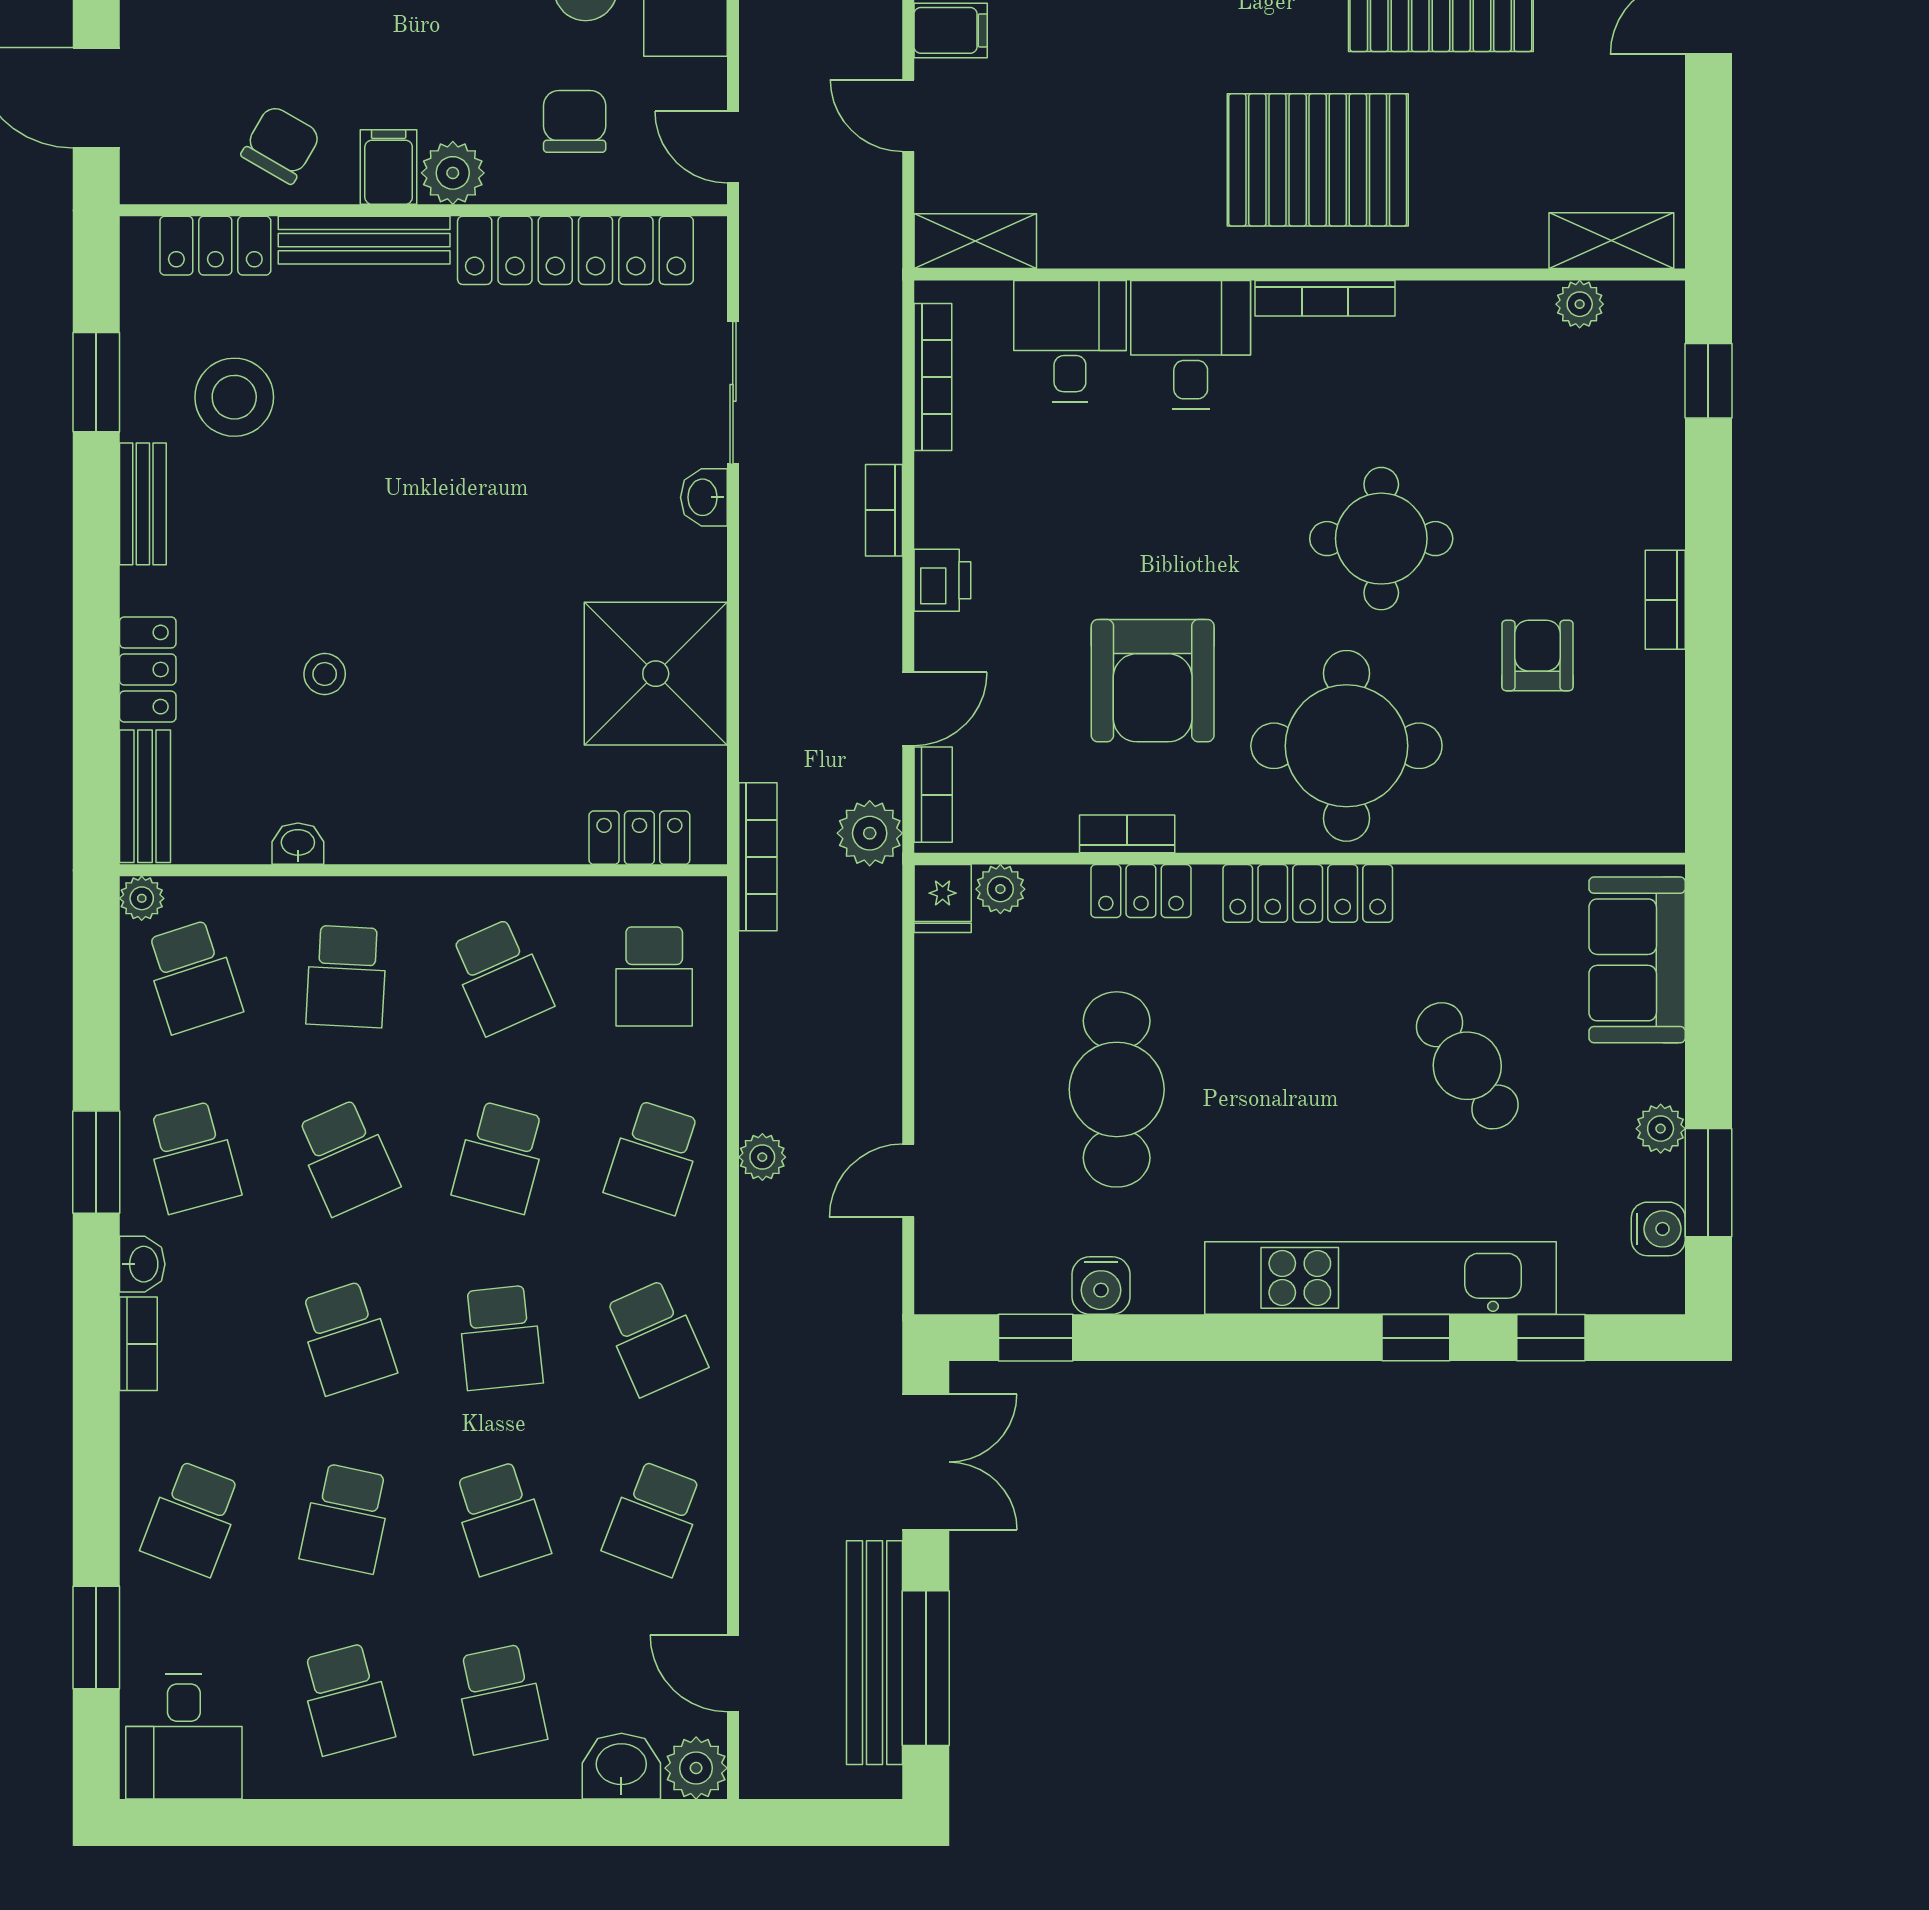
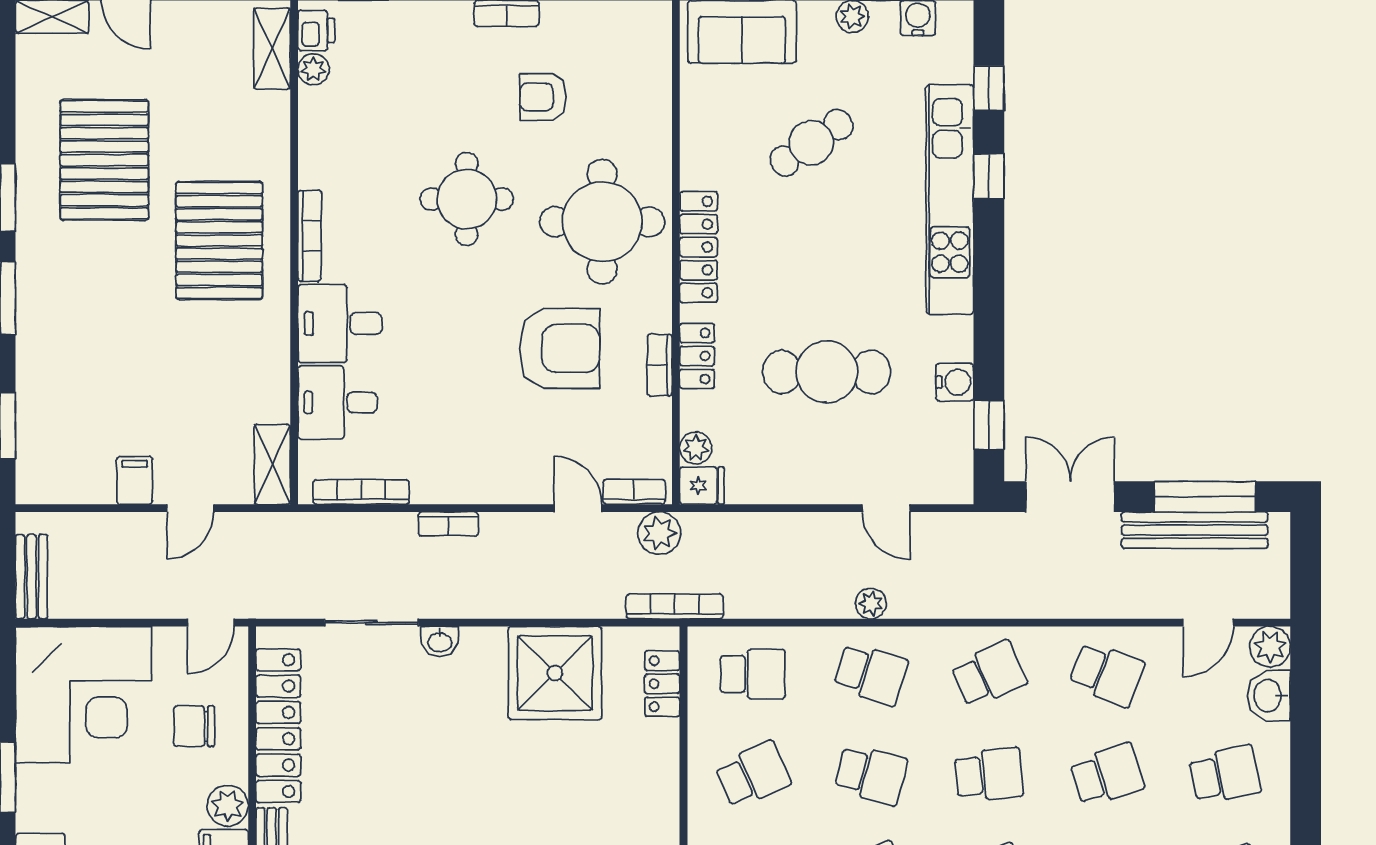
printer: (942, 580) -> (316, 30), moved, turned 90

